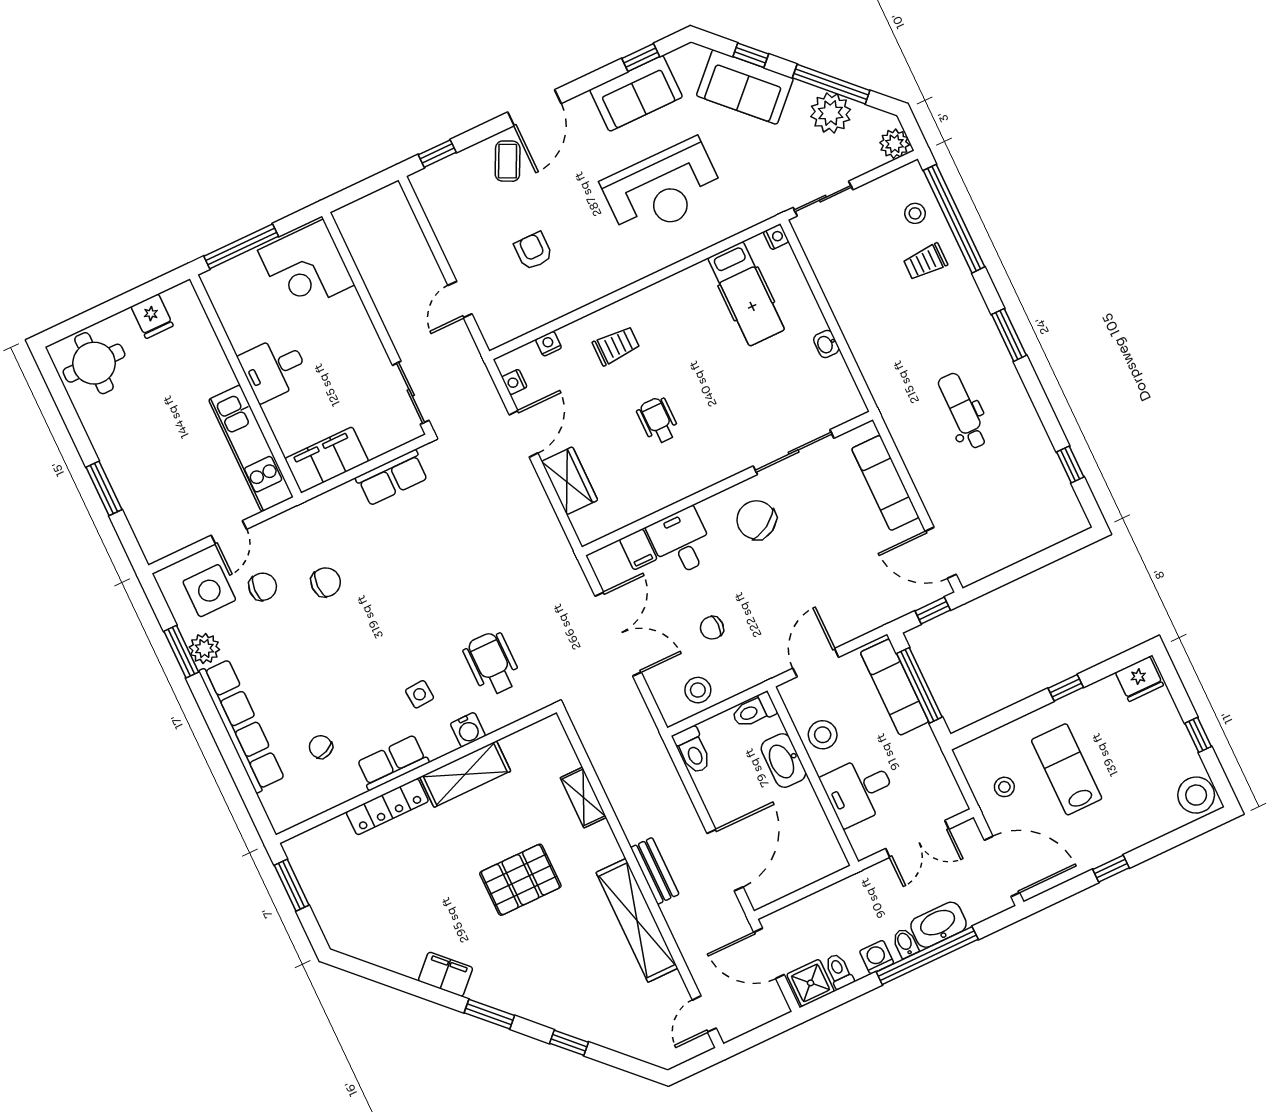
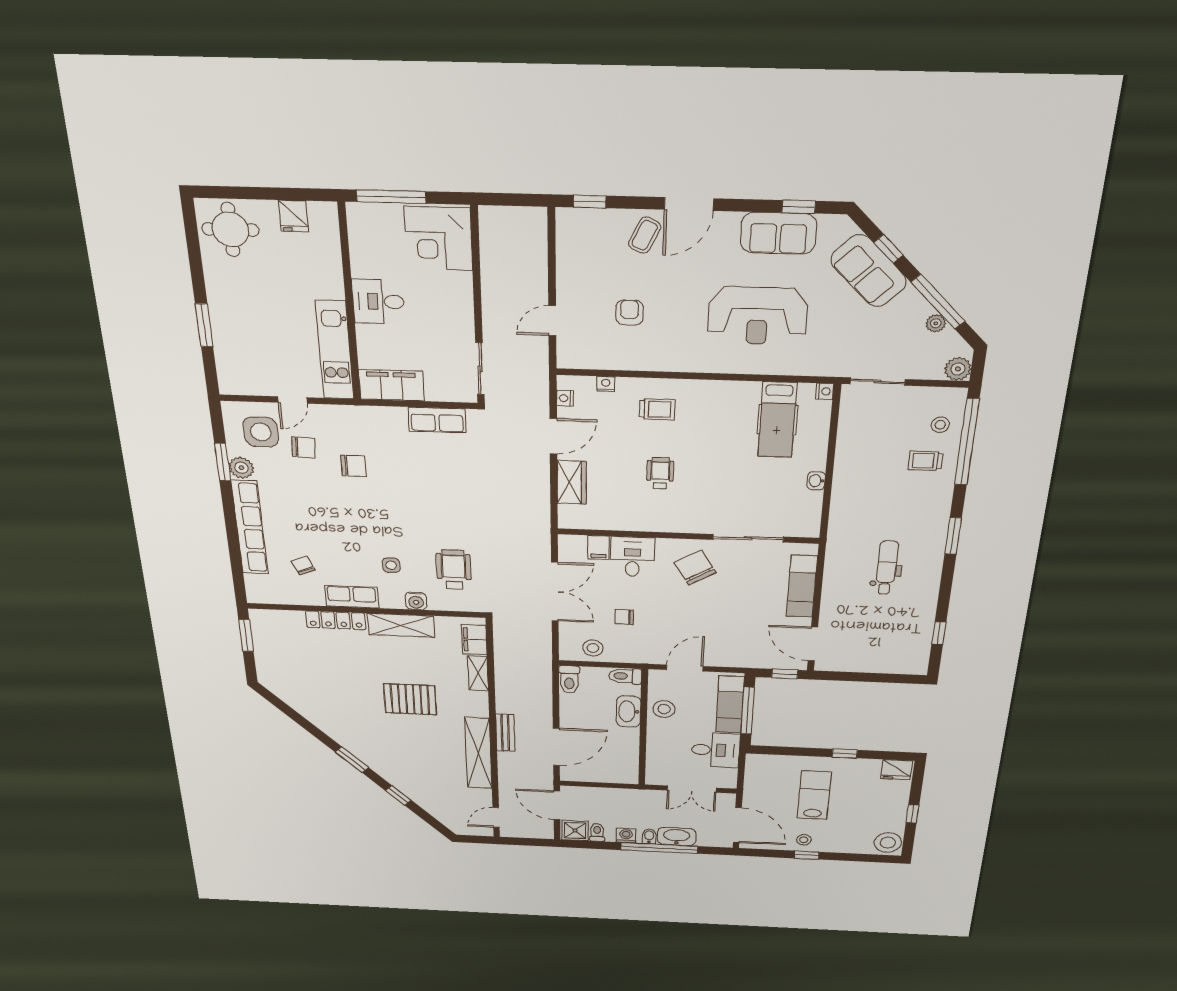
plant: (831, 113) -> (936, 323), width x0.53, depth x0.53
stool: (1004, 787) -> (804, 840), moved
desk: (859, 790) -> (716, 750), moved, turned 180
filing cabinet: (446, 974) -> (474, 640), moved, turned -135

